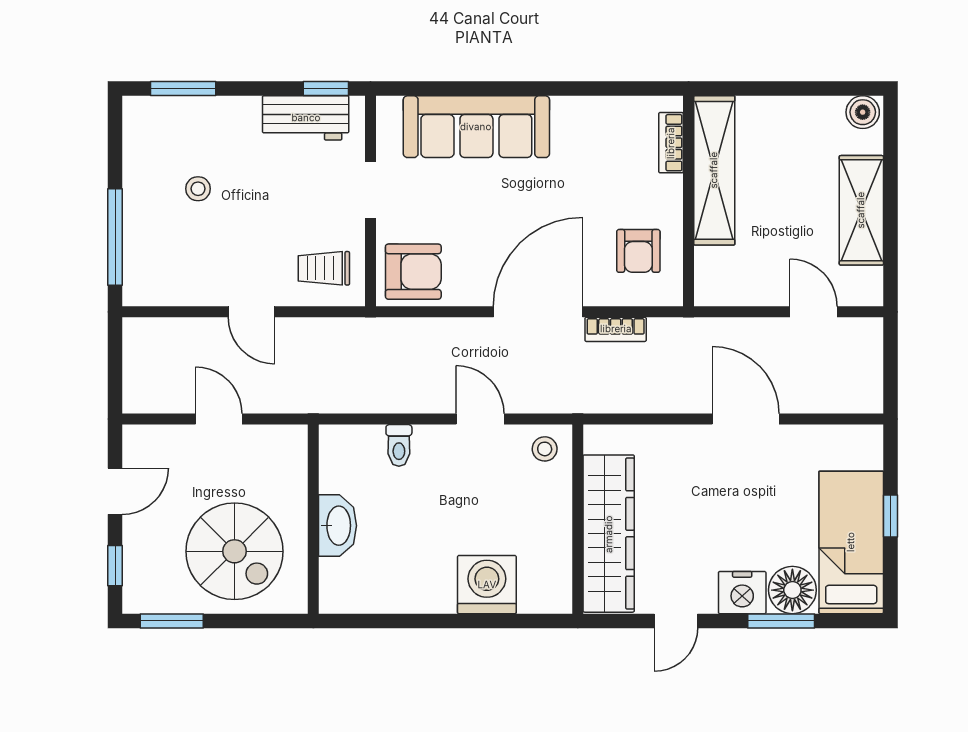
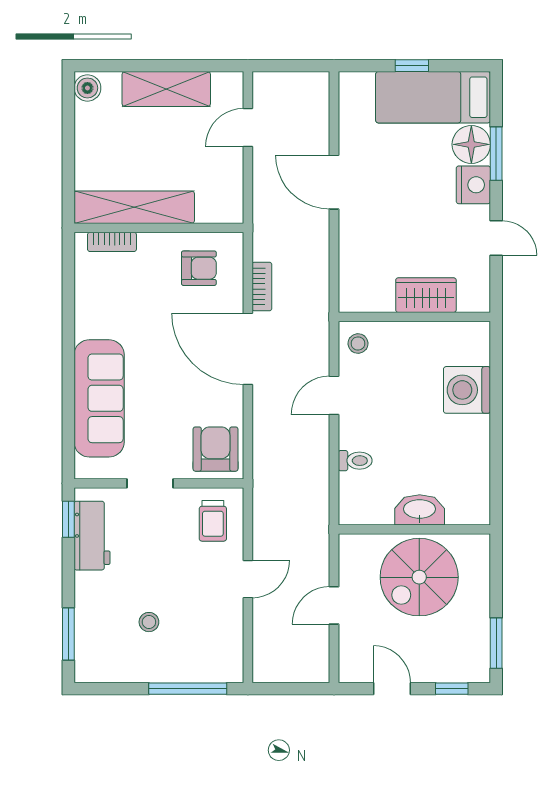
door: (746, 419) -> (334, 182), hinge flipped
wardrobe: (609, 534) -> (426, 295), width x0.48, depth x0.85
spiral stairs: (235, 551) -> (419, 577), moved, turned 180

